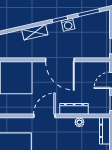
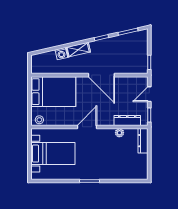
washing machine: (68, 25) -> (61, 54), moved
dresser: (74, 109) -> (127, 120), moved

